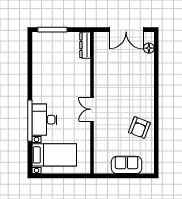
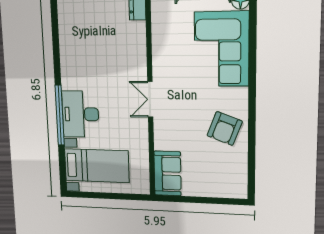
corner sofa: (138, 77) -> (222, 49), added
sofa: (127, 165) -> (168, 173), moved, turned 90

